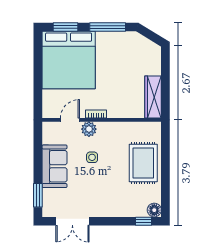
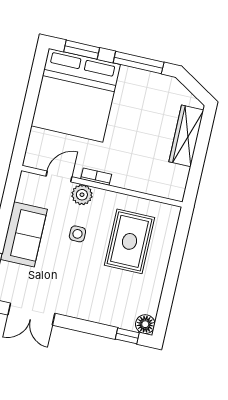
wardrobe: (153, 97) -> (186, 136), moved
rug: (143, 163) -> (130, 241), moved

